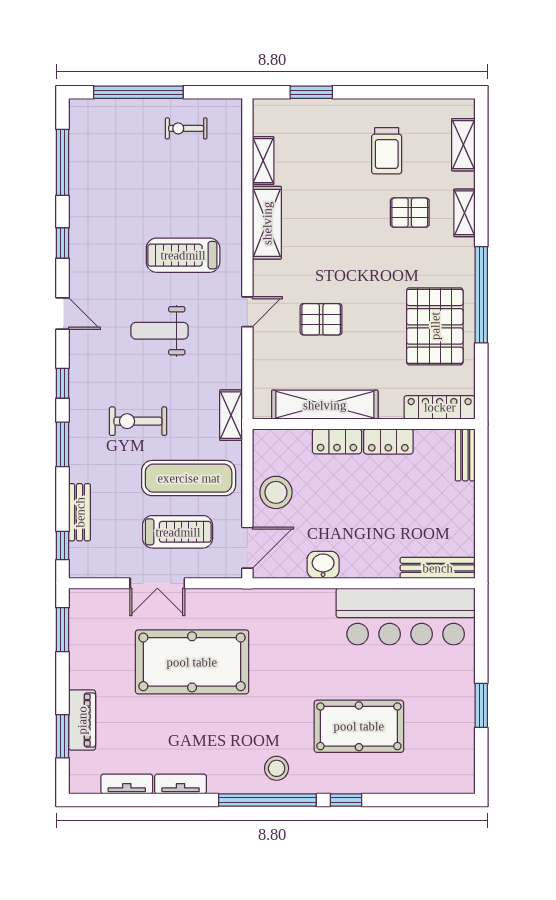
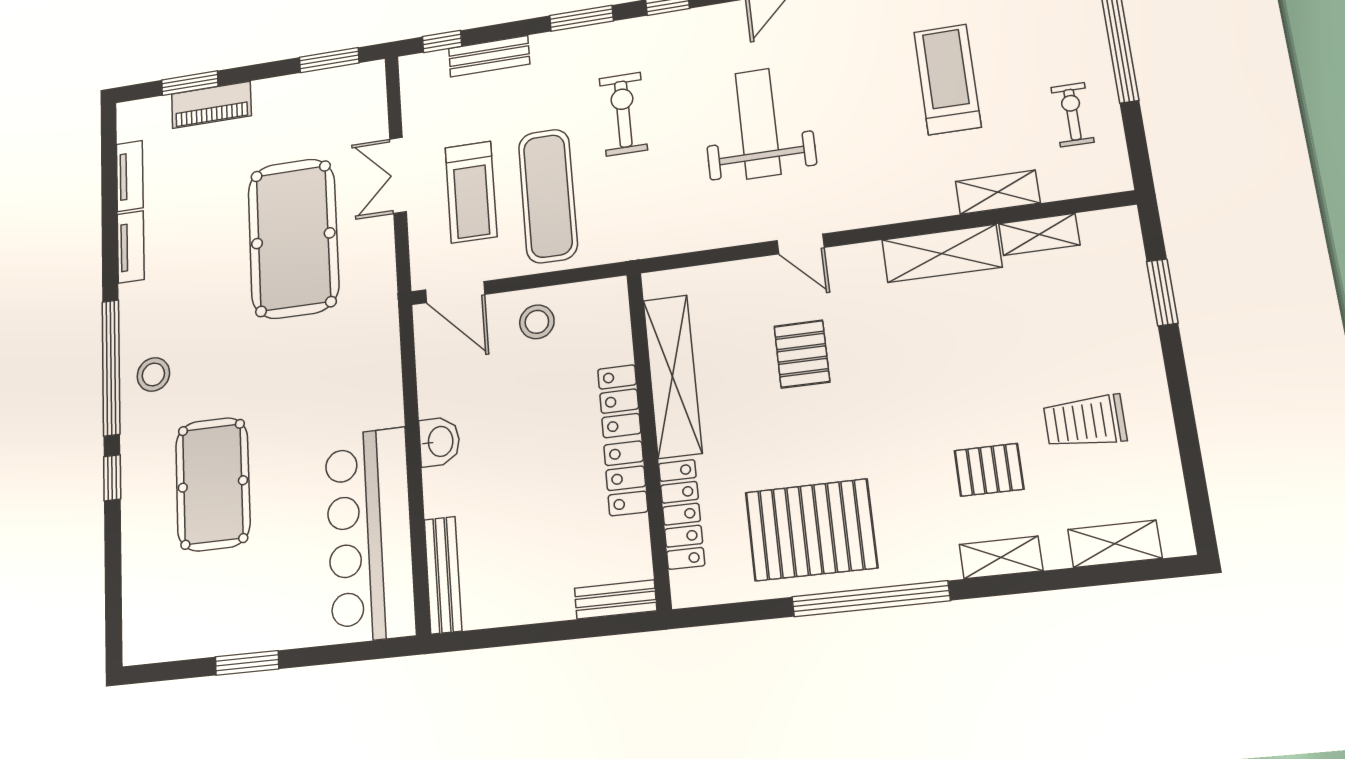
pallet: (410, 213) -> (989, 470), turned 90
treadmill: (183, 255) -> (947, 79), moved
weight bench: (160, 331) -> (758, 124), width x1.36, depth x1.33
locker: (440, 407) -> (681, 514), moved
shelving: (231, 415) -> (998, 192), moved
stool: (276, 492) -> (537, 322), width x0.73, depth x0.73
washbasin: (323, 565) -> (439, 442), moved

